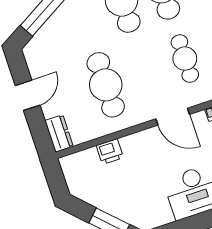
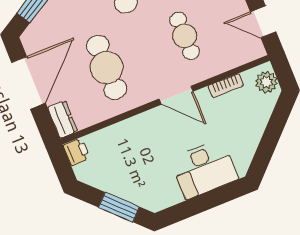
door: (28, 95) -> (29, 83), width x1.87
printer: (110, 152) -> (77, 152), moved, turned -90

